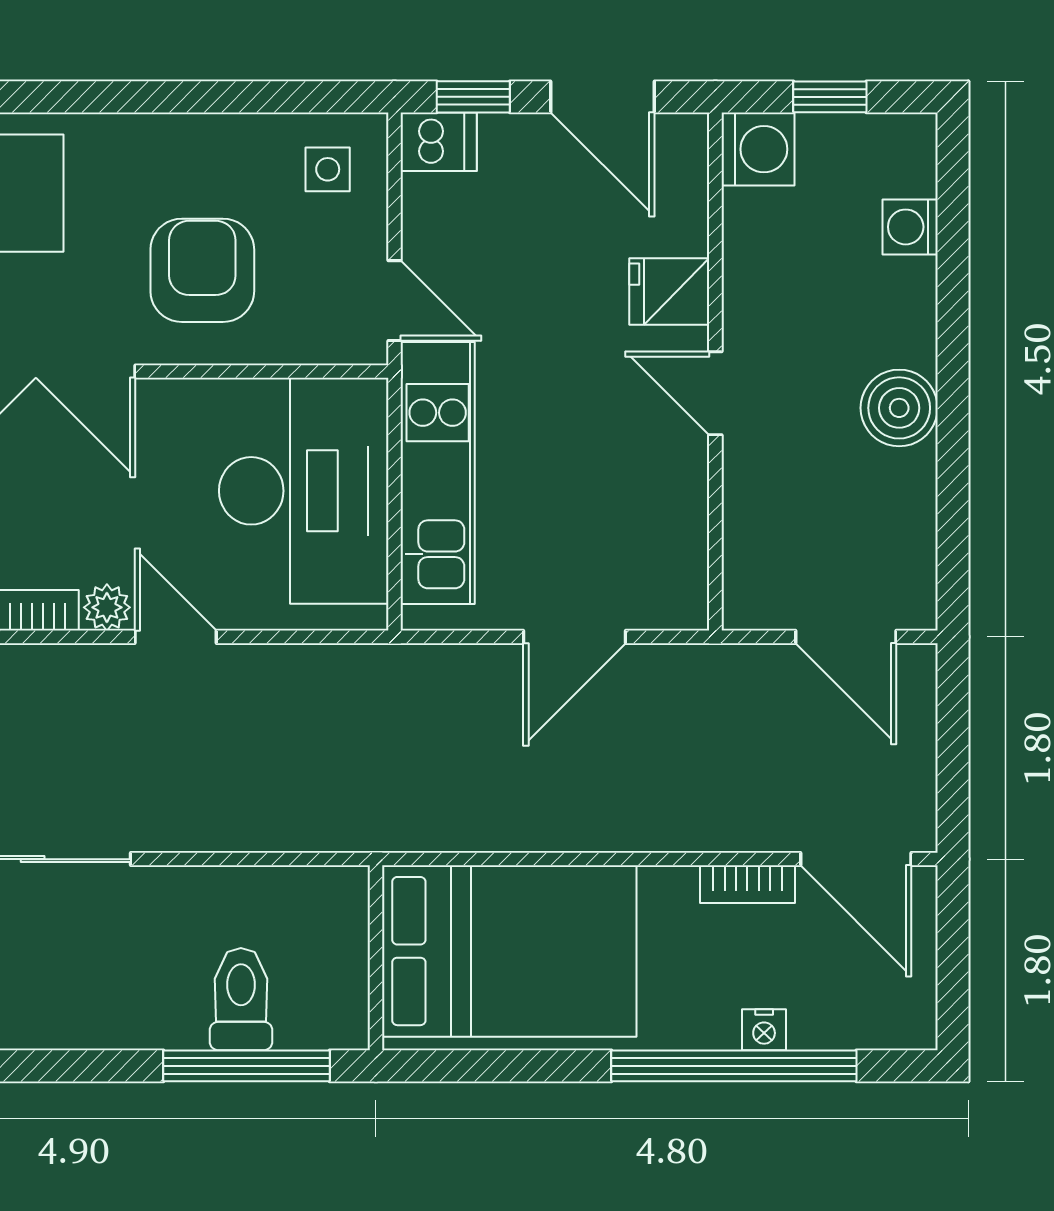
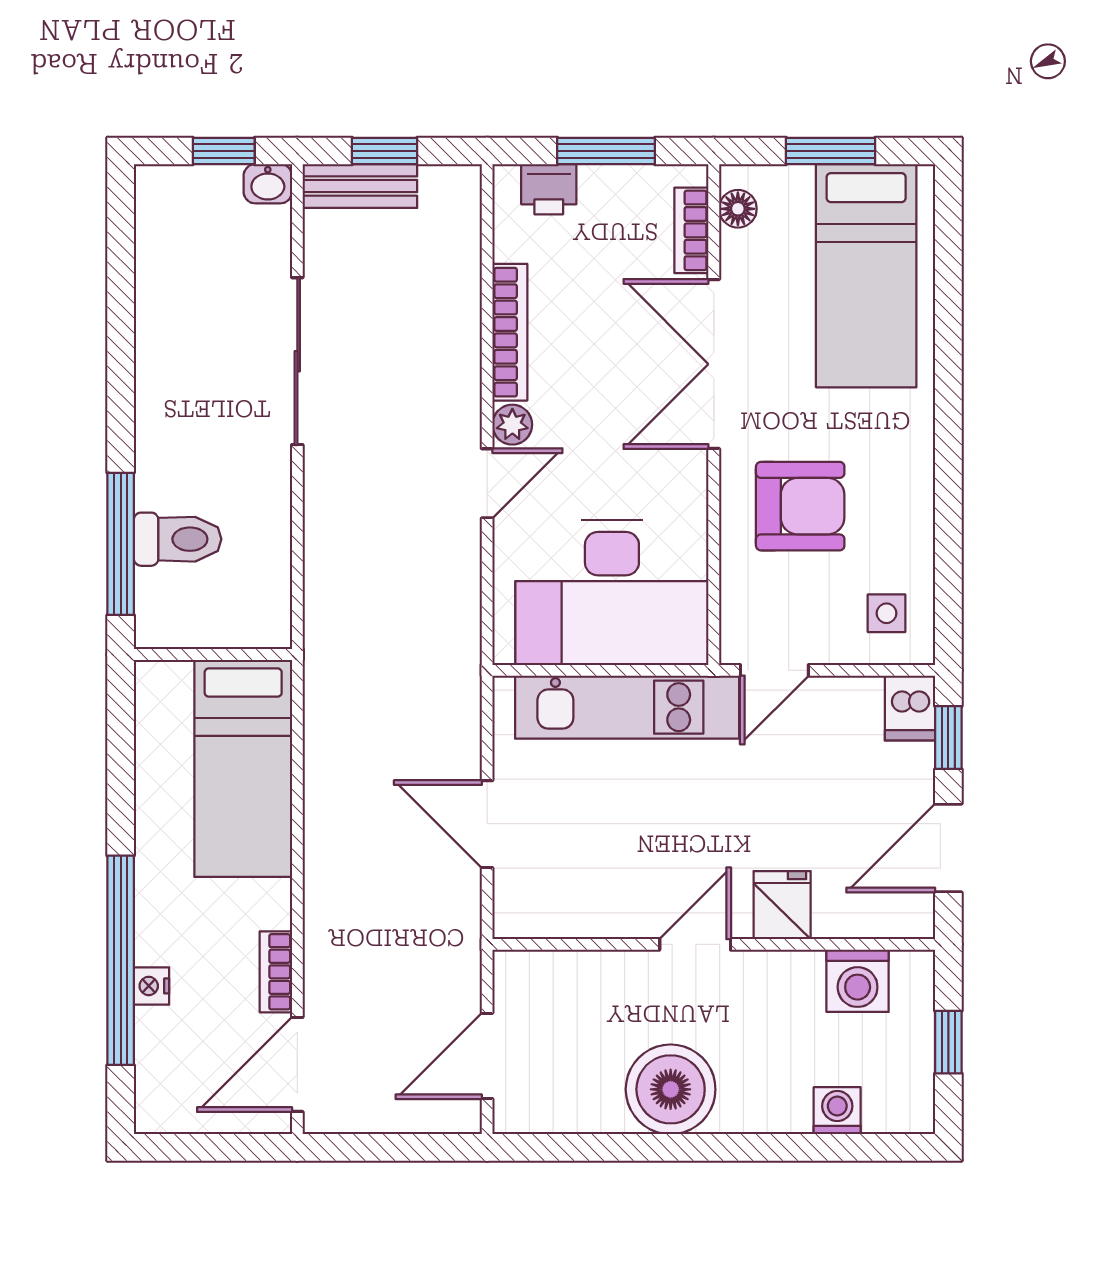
washing machine: (758, 149) -> (858, 981), moved
boiler: (899, 408) -> (671, 1089), width x1.37, depth x1.37
bed: (509, 951) -> (243, 768), width x0.67

